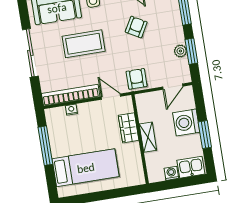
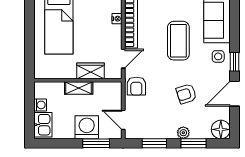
armchair: (136, 27) -> (186, 94), turned 132
plant: (180, 51) -> (183, 133), moved
armchair: (137, 79) -> (136, 86), turned 90
window: (205, 135) -> (96, 143), moved

